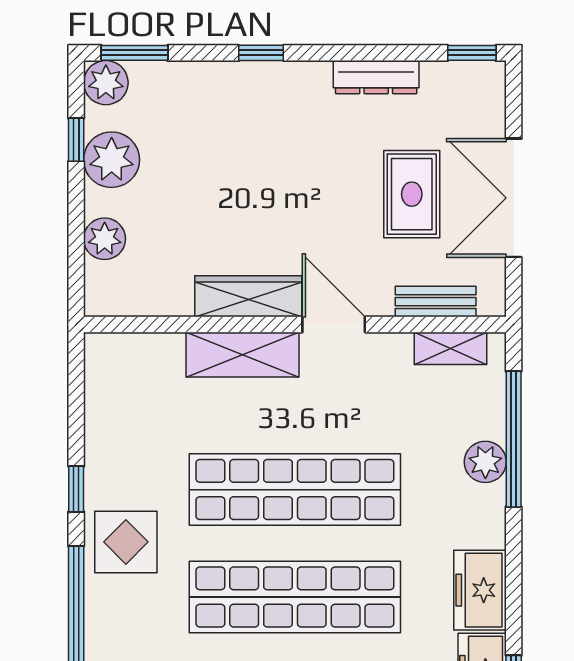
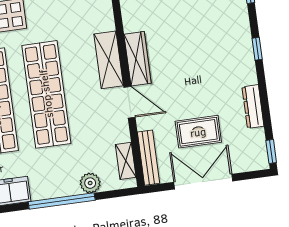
bench: (436, 302) -> (148, 158), width x1.36
door: (334, 324) -> (129, 102), hinge flipped
window: (514, 439) -> (62, 201), moved
plant: (485, 462) -> (90, 183), moved

